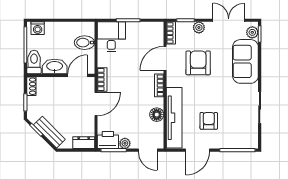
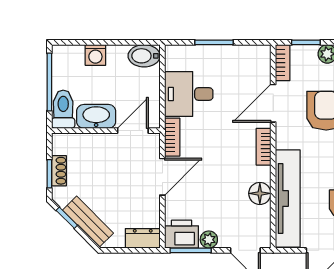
washing machine: (38, 28) -> (95, 55), moved
desk: (111, 37) -> (189, 94), moved, turned -90
bidet: (84, 43) -> (144, 56), moved
shoe rack: (31, 86) -> (59, 171), moved

